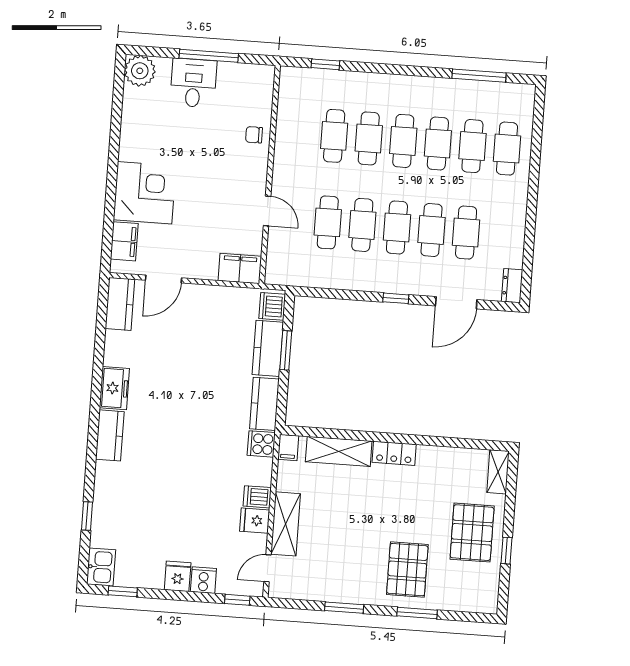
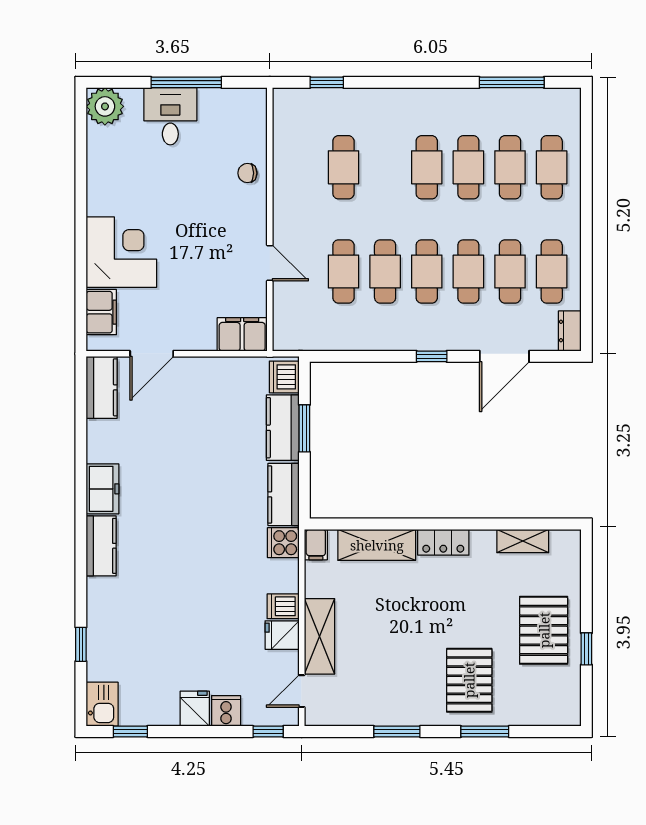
cafe table: (369, 138) -> (552, 271), moved
shelving: (498, 472) -> (523, 541), moved, turned 90

